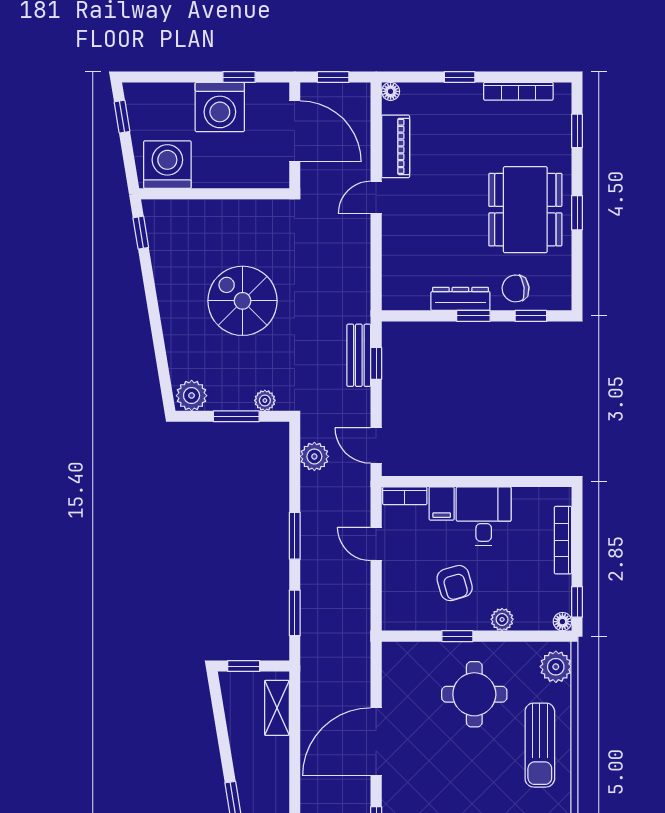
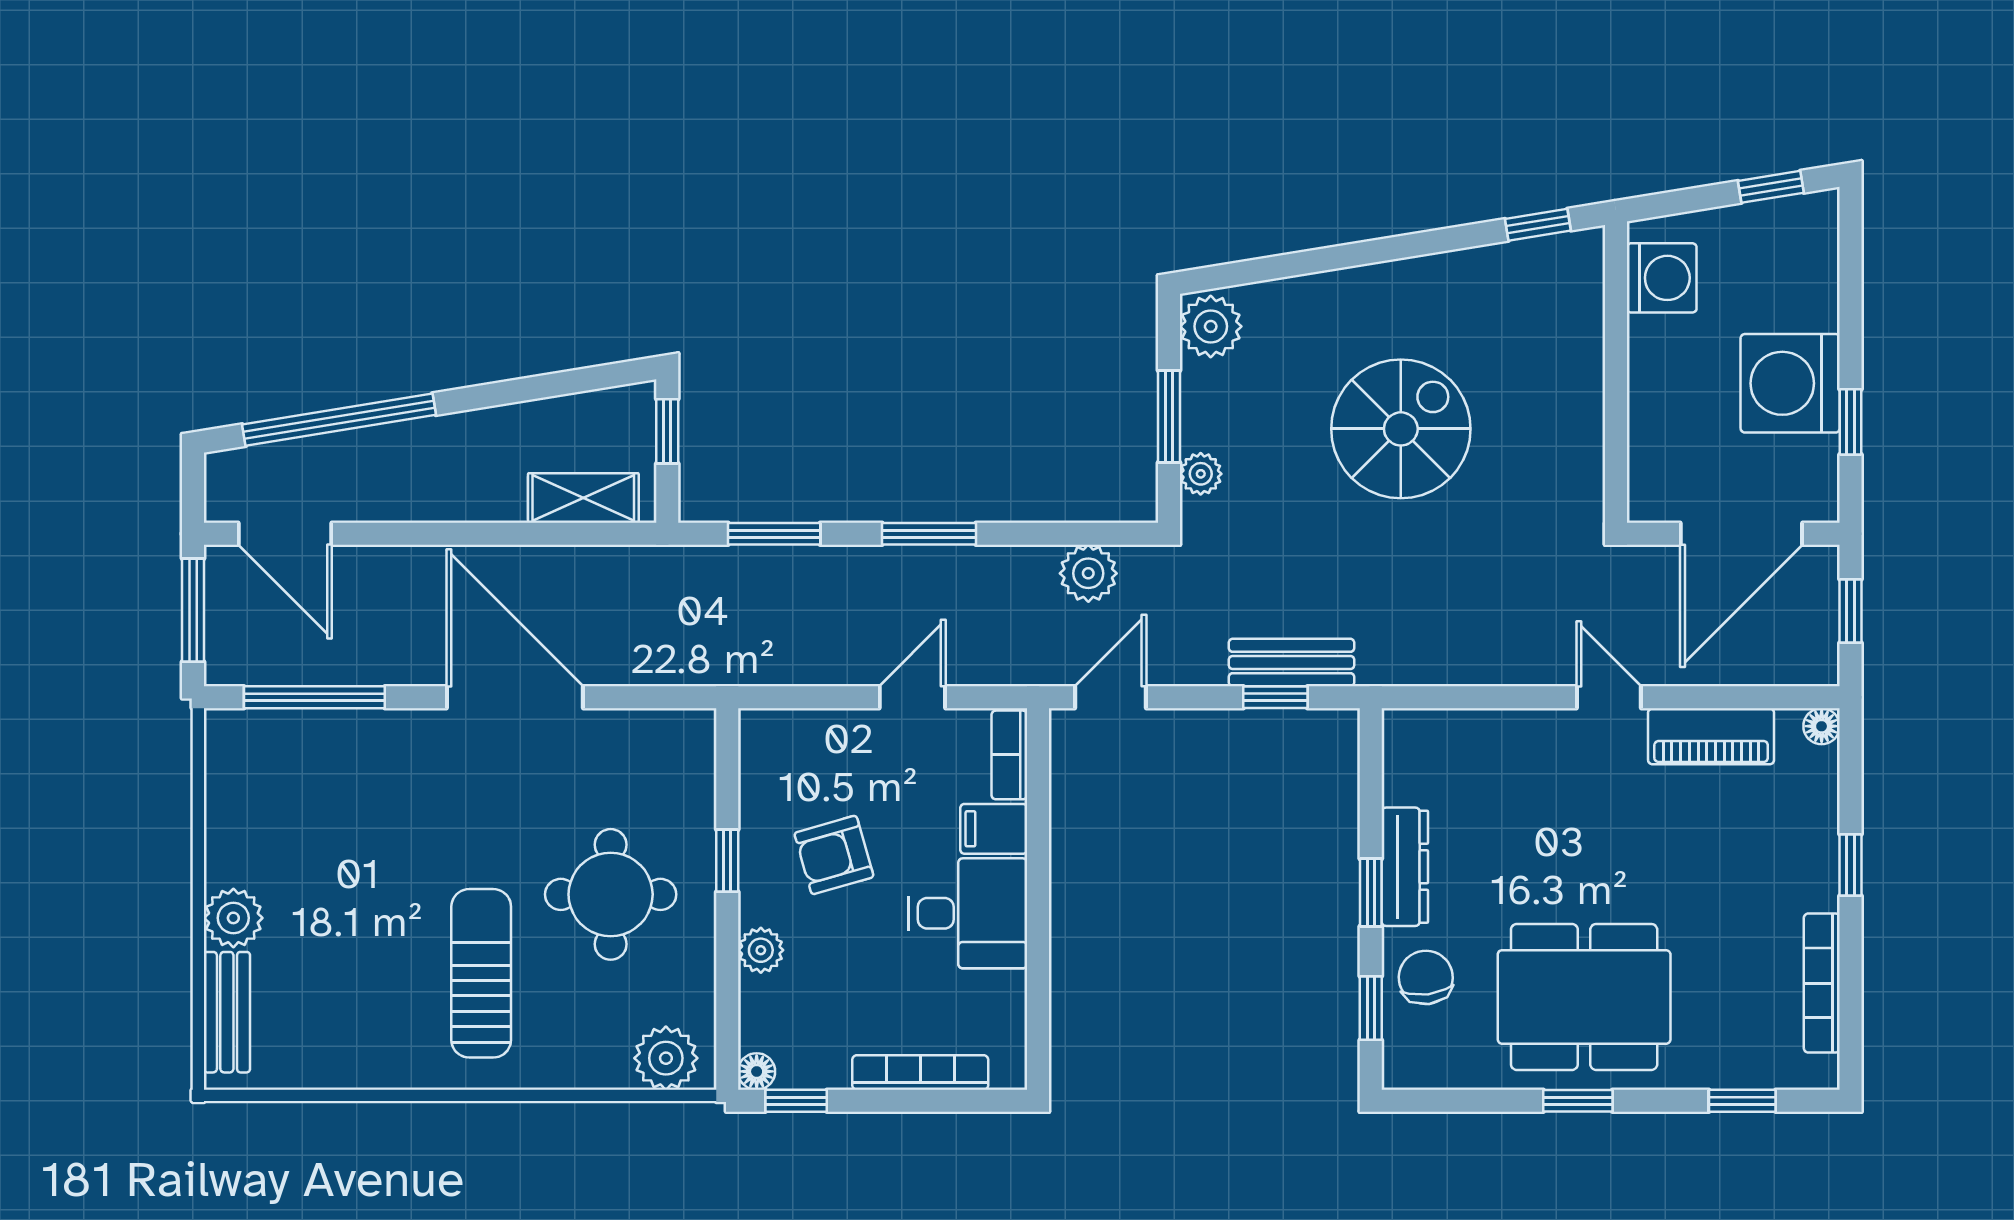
washing machine: (167, 165) -> (1662, 278), width x0.73, depth x0.73
sun lounger: (540, 745) -> (481, 973), moved, turned 90

